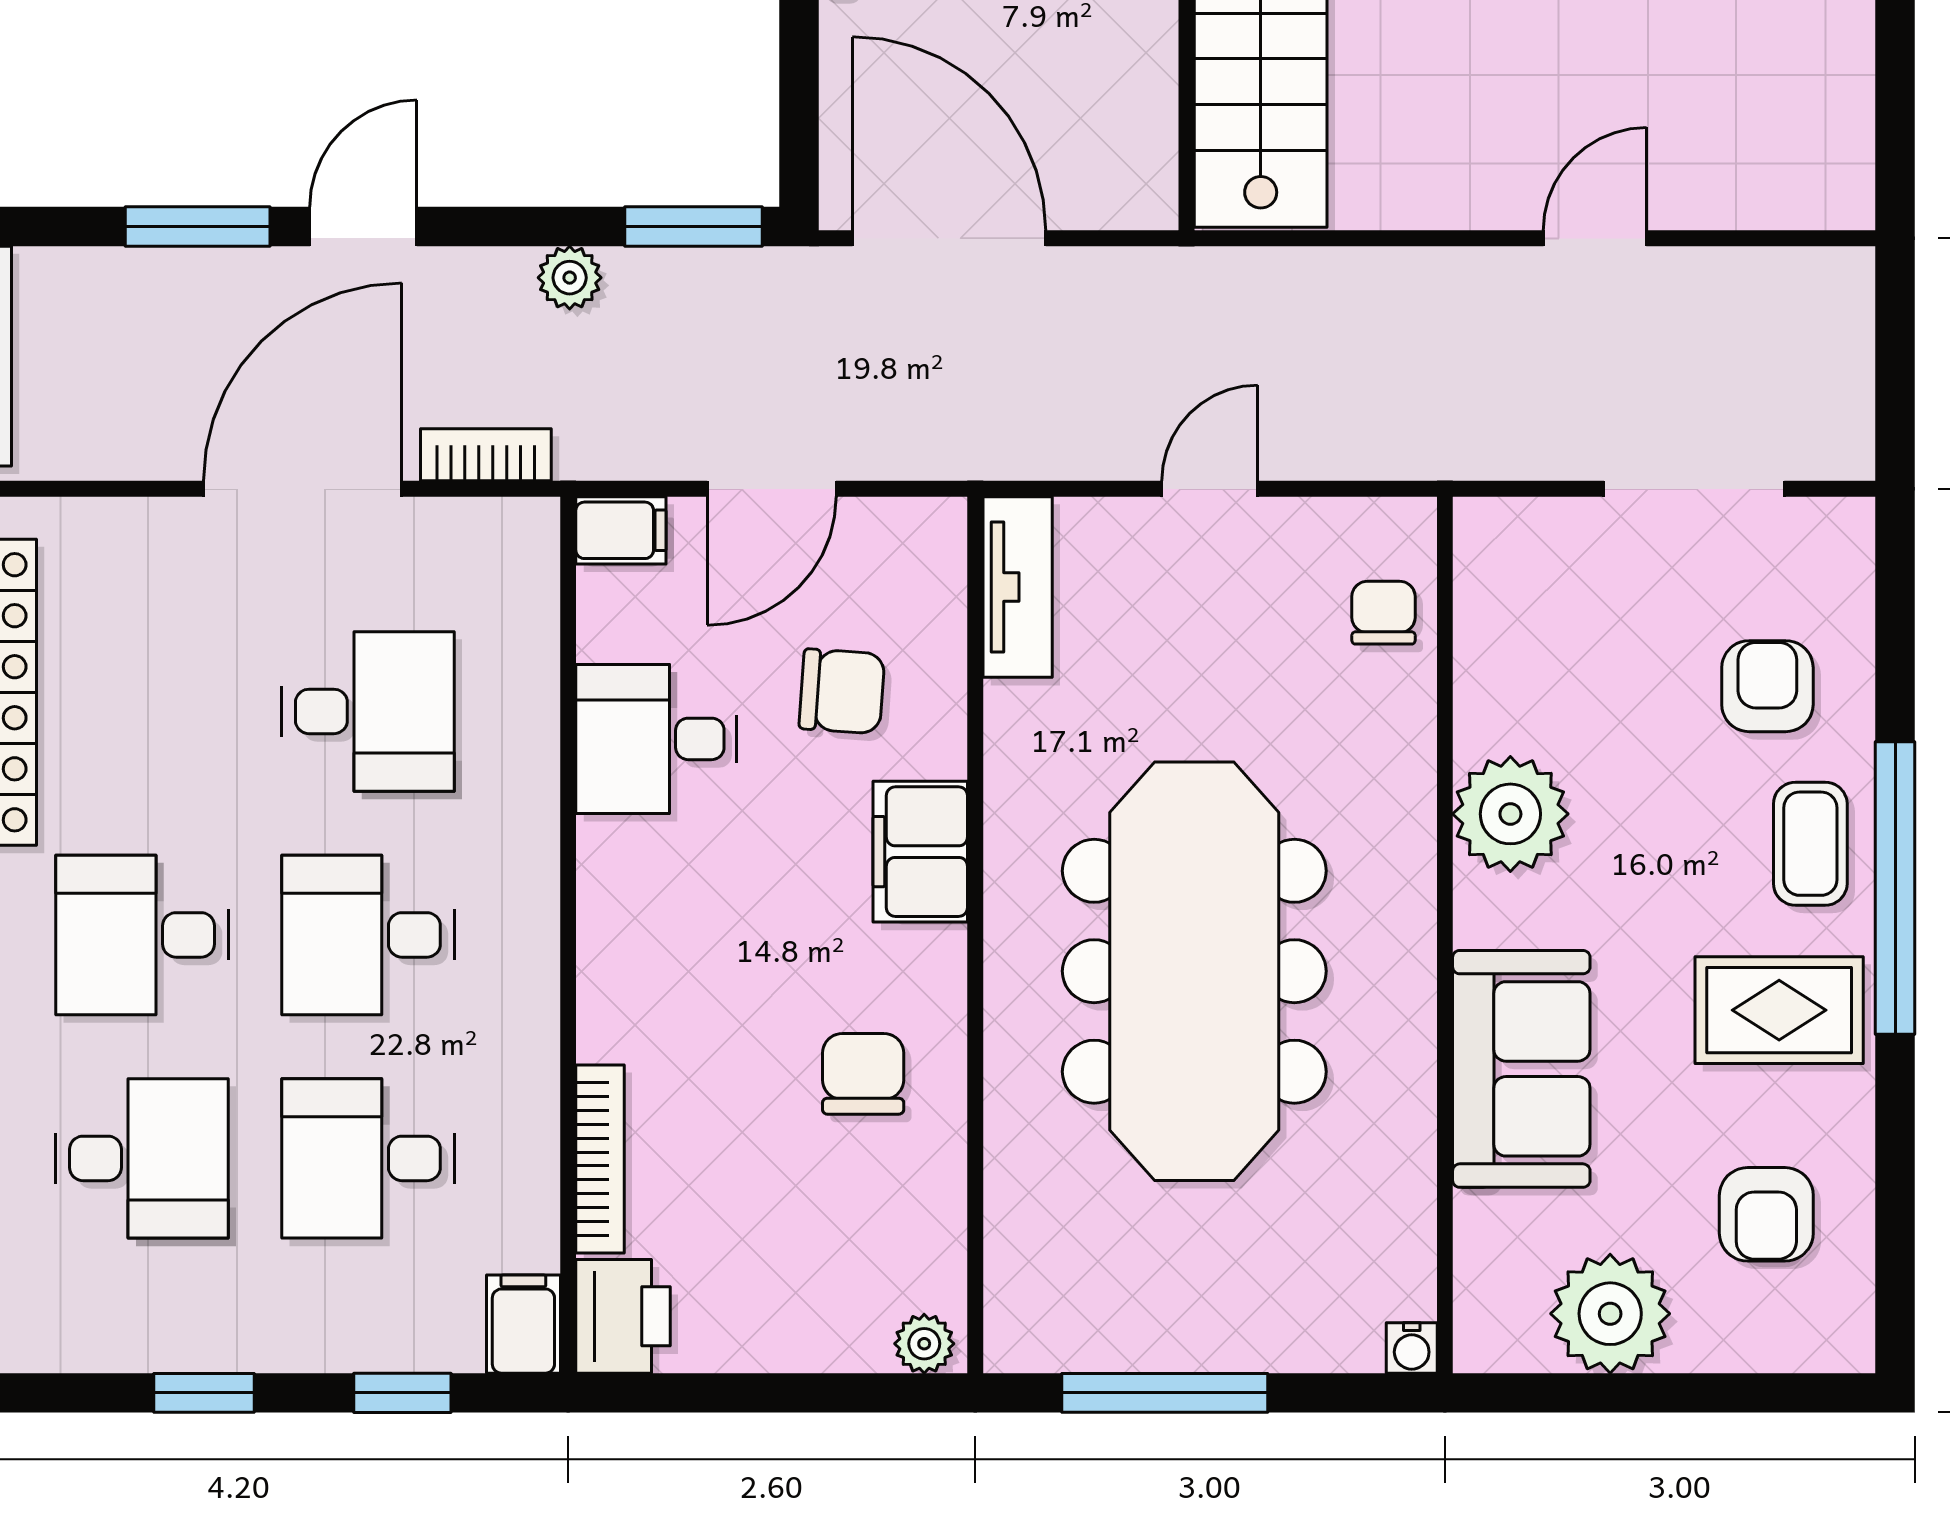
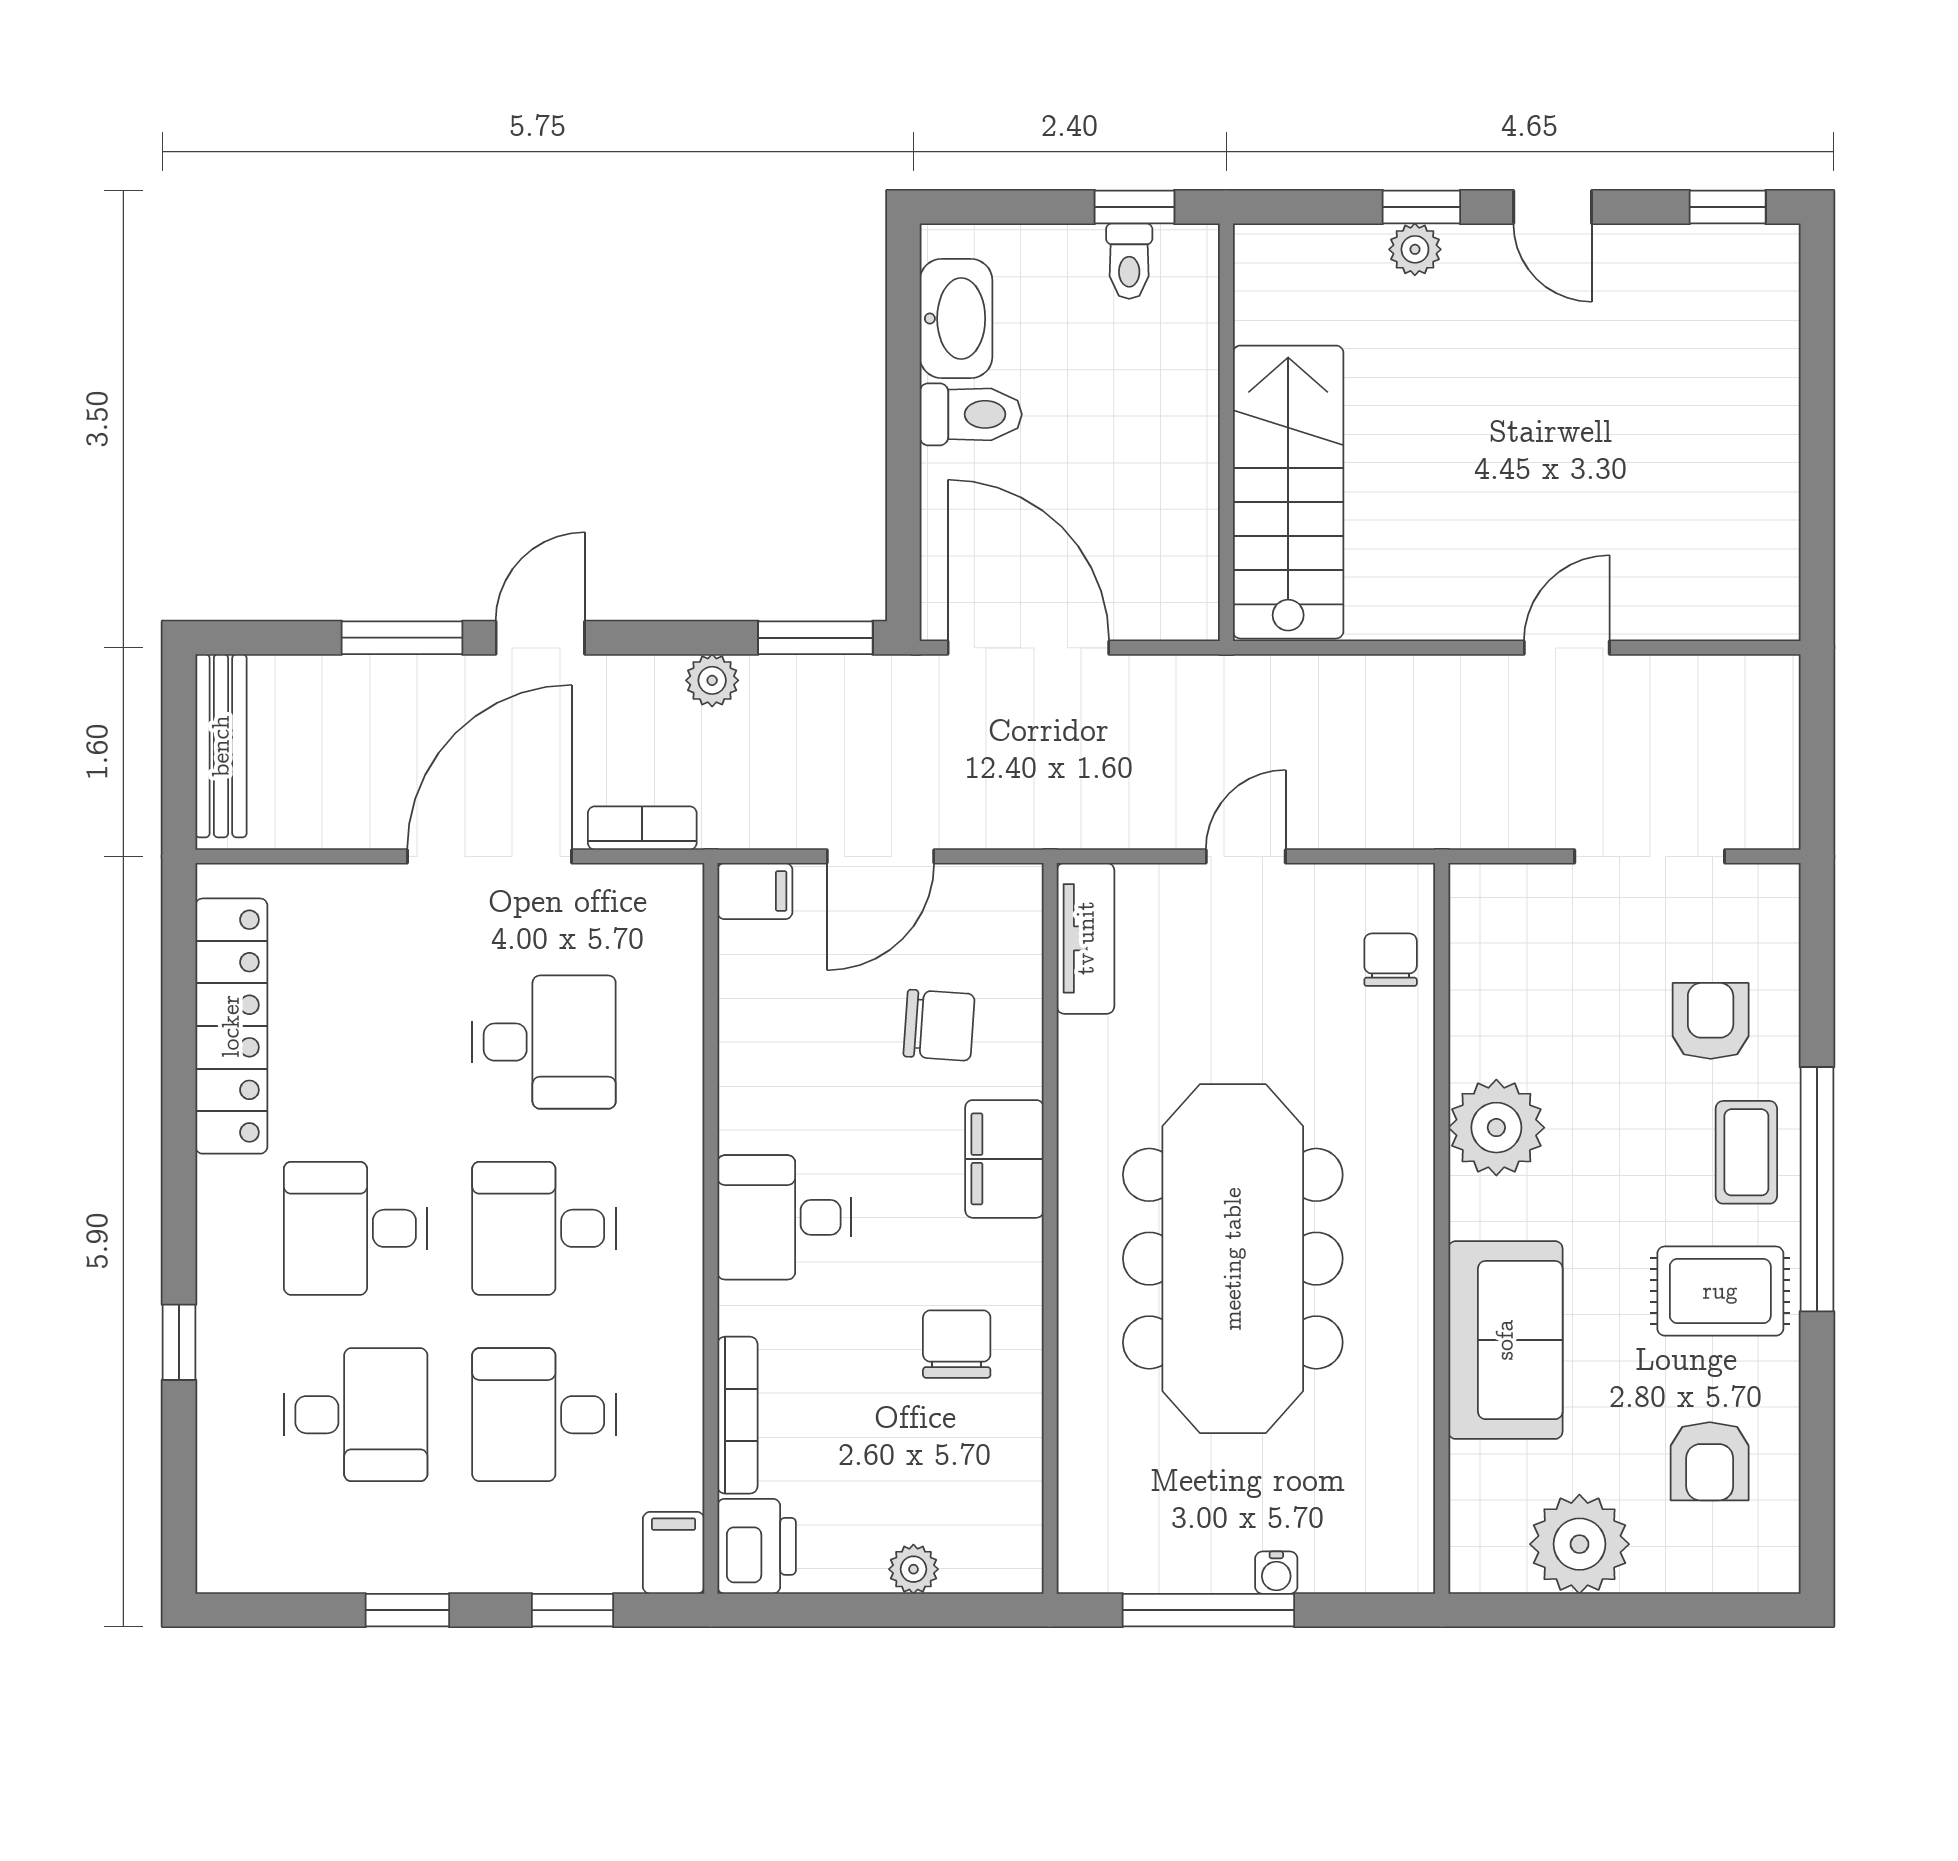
desk: (656, 739) -> (784, 1217), moved
plant: (924, 1344) -> (913, 1569), moved
water cooler: (1412, 1348) -> (1276, 1573), moved

